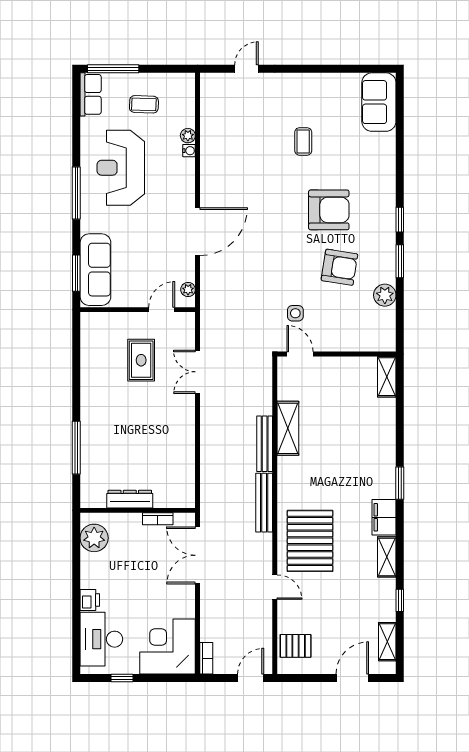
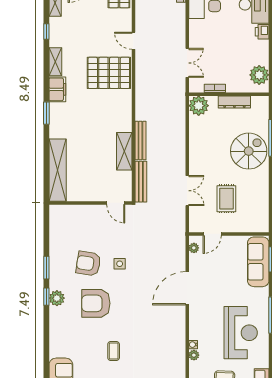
plant: (385, 295) -> (57, 298), moved
side table: (295, 313) -> (120, 264), moved
shelving: (387, 377) -> (58, 170), width x2.20, depth x1.33
spiral stairs: (109, 429) -> (249, 151), added
plant: (181, 494) -> (199, 106), added
bench: (264, 503) -> (141, 182), moved
pallet: (310, 541) -> (109, 73), turned 90
double door: (198, 555) -> (187, 63), width x0.73

